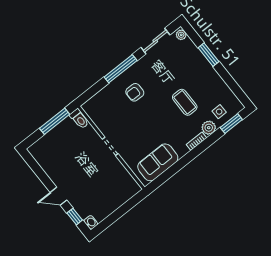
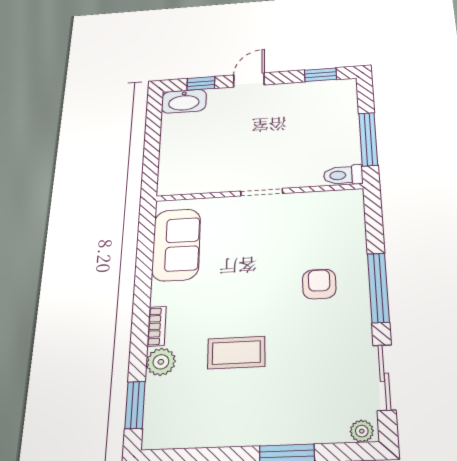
side table: (219, 112) -> (172, 399), removed
window: (35, 166) -> (320, 75), added
washbasin: (91, 222) -> (184, 101), width x1.91, depth x1.45

